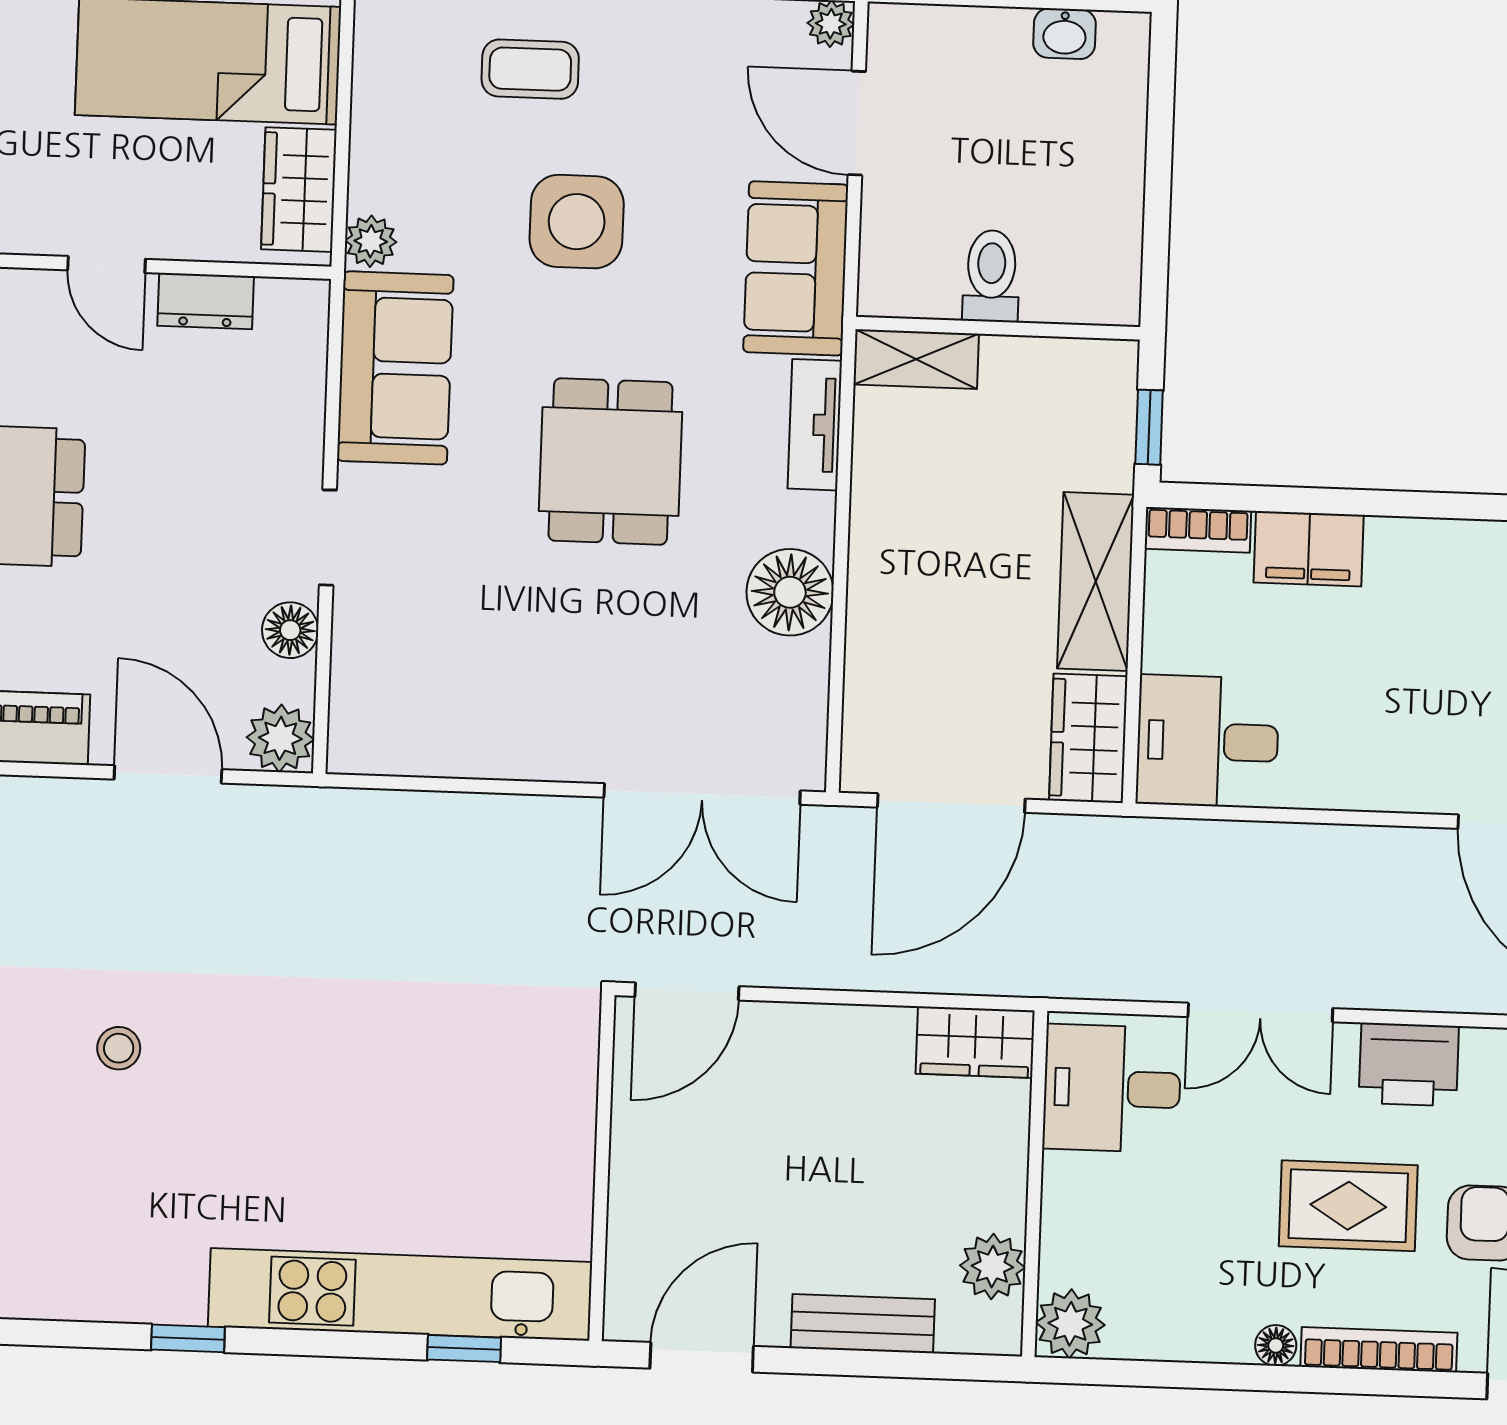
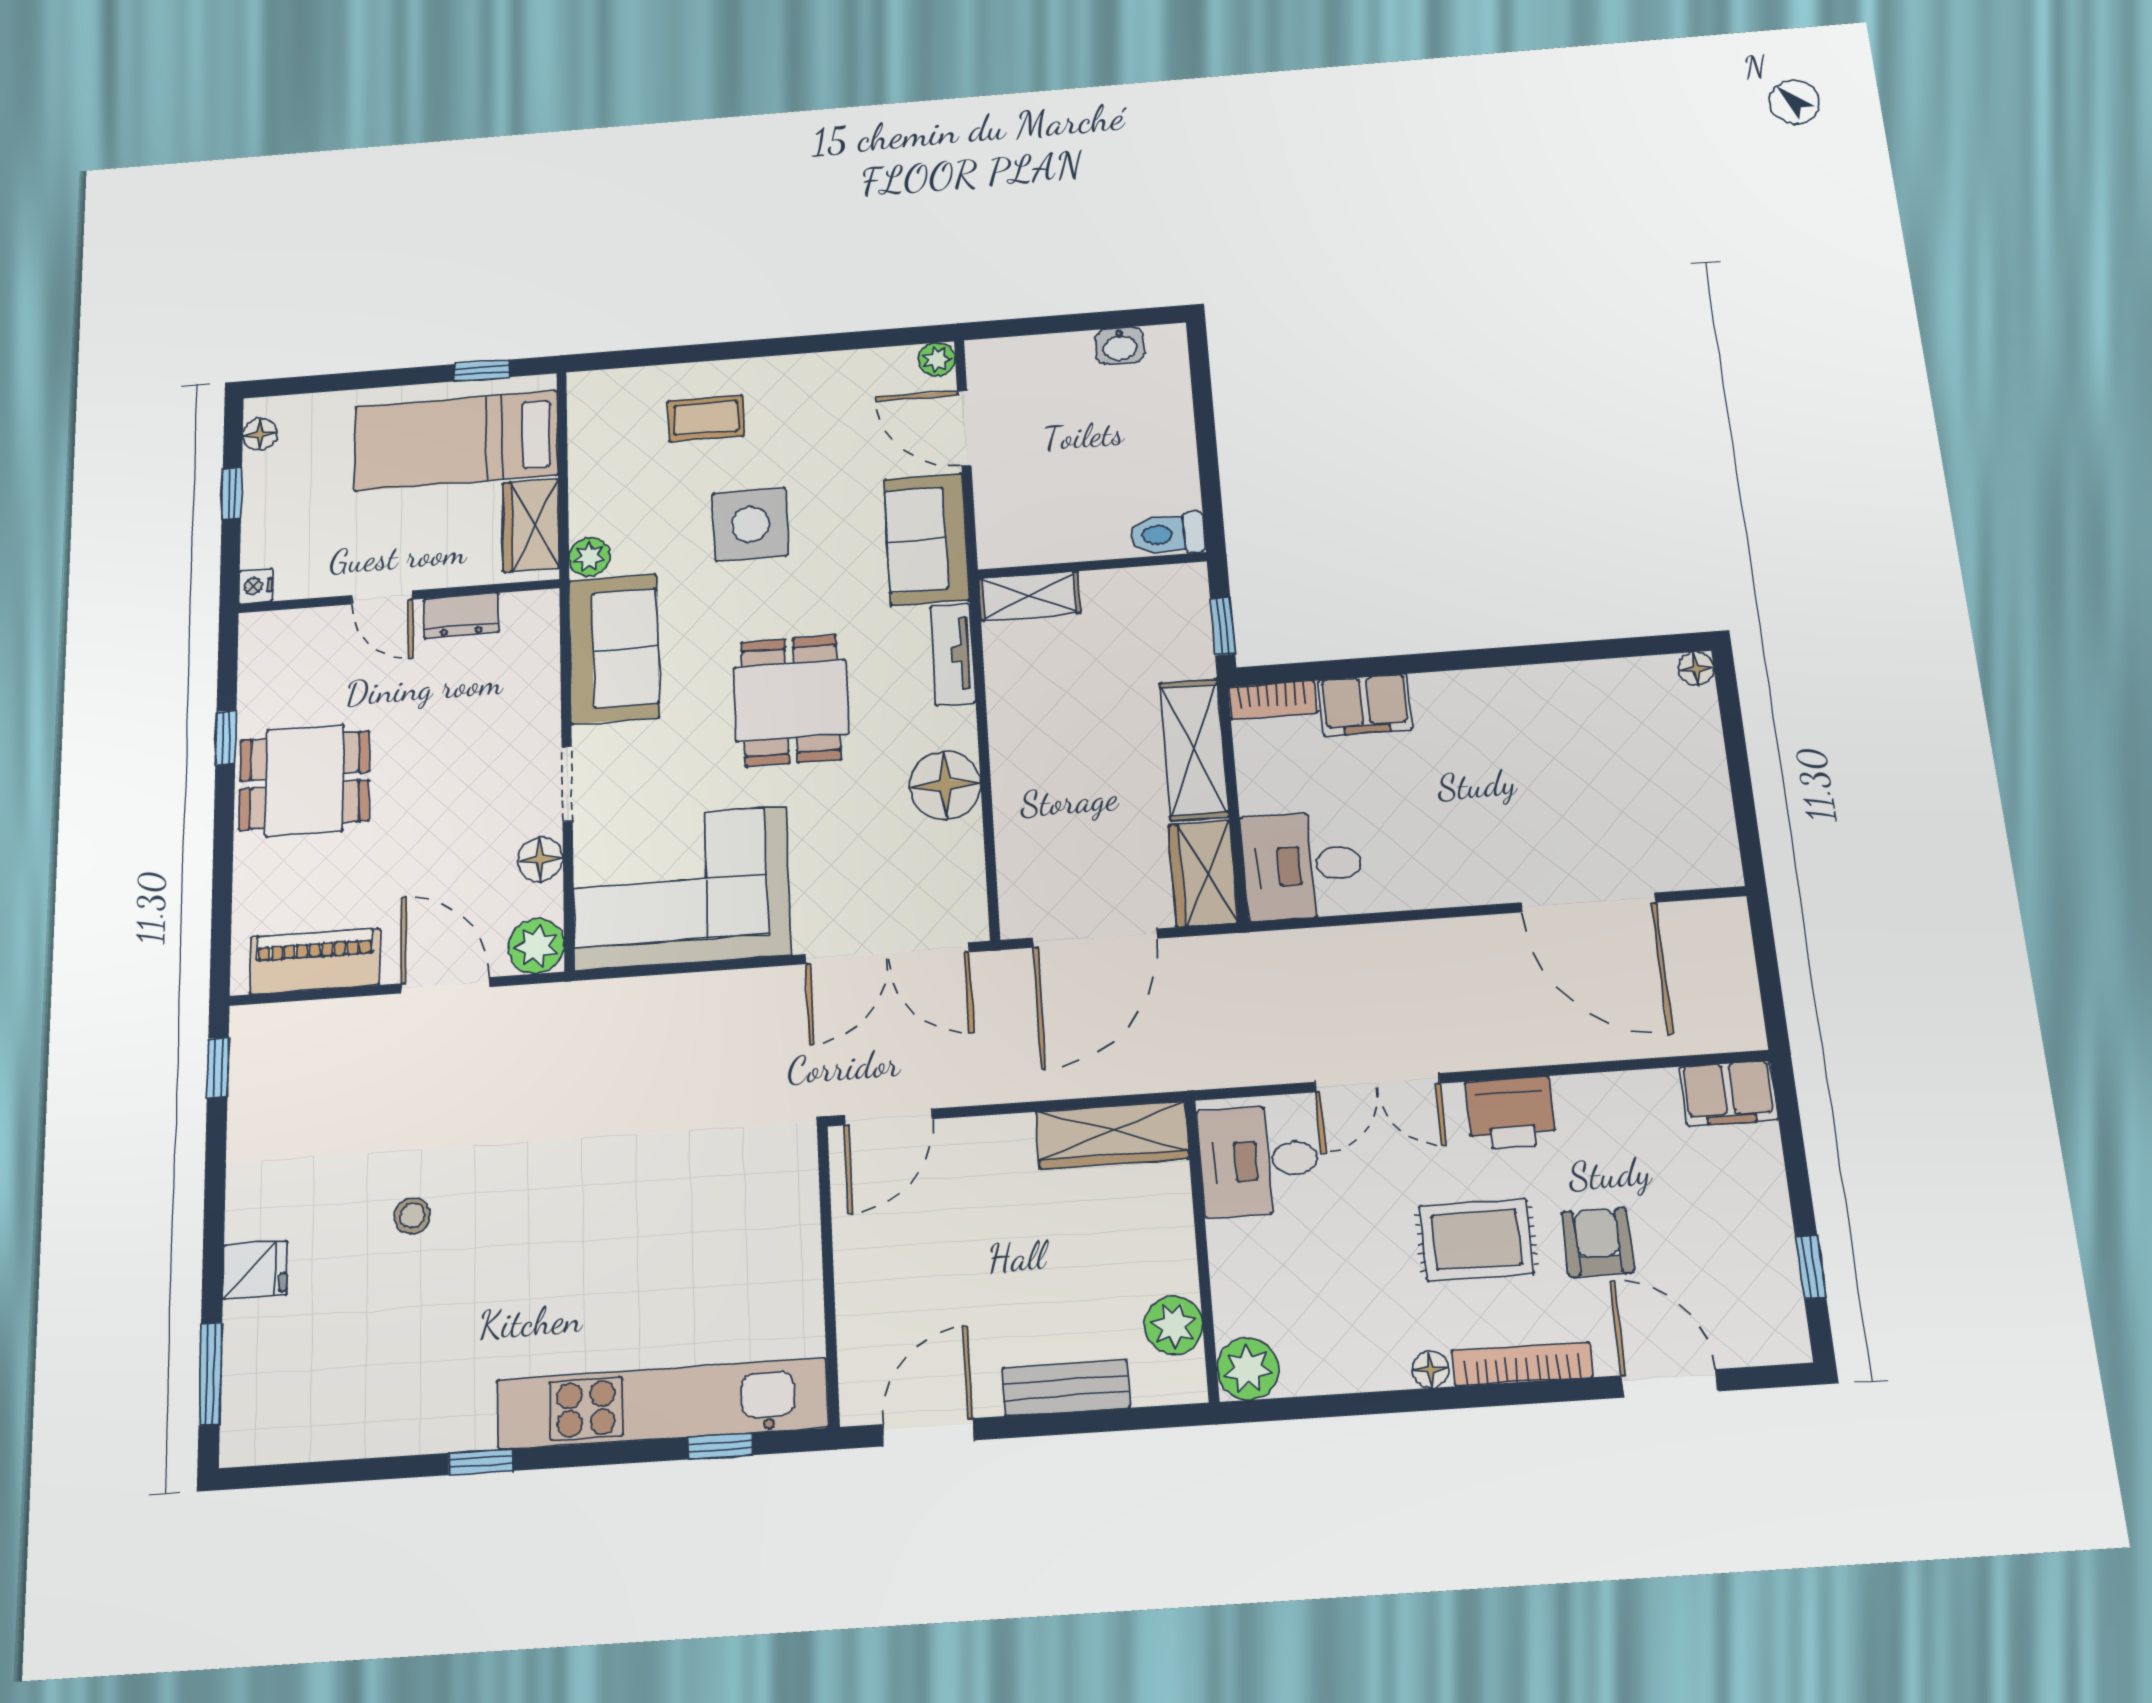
toilet: (991, 276) -> (1168, 534), moved, turned -90
corner sofa: (460, 685) -> (681, 888), added
wardrobe: (975, 1042) -> (1112, 1135), width x1.50

